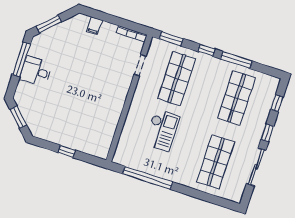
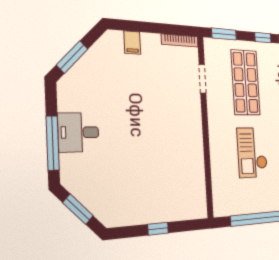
window: (21, 59) -> (53, 143), moved
checkout: (162, 130) -> (252, 152), turned 180

